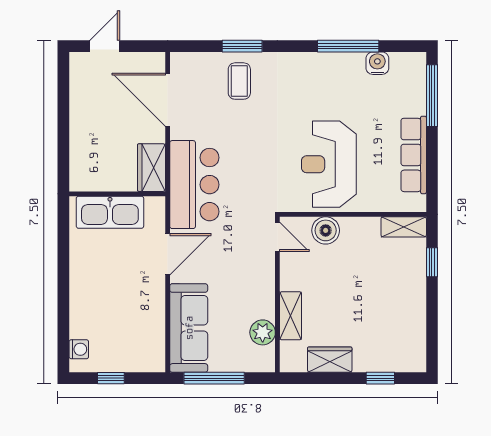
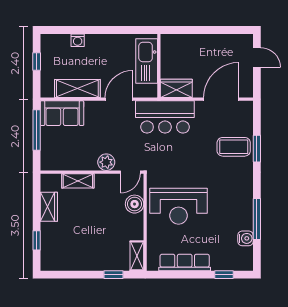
coffee table: (239, 81) -> (234, 147), width x1.36, depth x1.30
window: (432, 96) -> (224, 275), width x0.46
reception desk: (329, 164) -> (179, 206), turned 180
door: (168, 254) -> (119, 99), swing flipped
shelving: (152, 317) -> (77, 89), added
sofa: (189, 328) -> (62, 113), width x0.73
plant: (263, 332) -> (106, 162), moved
washing machine: (79, 349) -> (78, 40), moved

